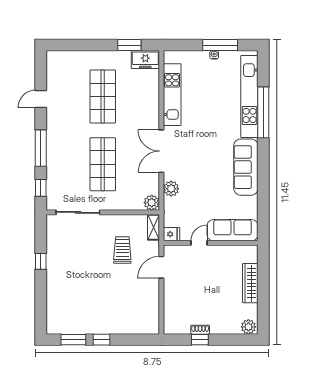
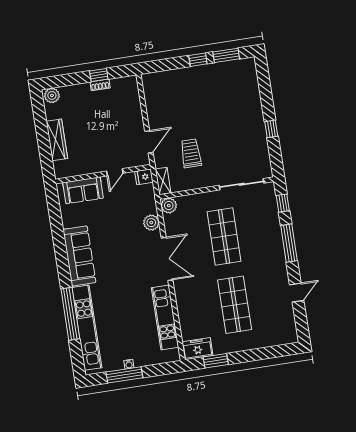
sofa: (233, 230) -> (83, 190), width x0.73
trolley: (122, 250) -> (191, 153), turned 180

